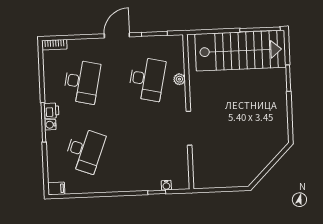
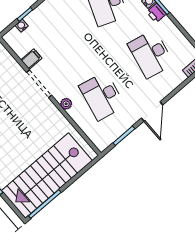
plant: (179, 79) -> (66, 104), moved
filing cabinet: (180, 153) -> (31, 59), added

